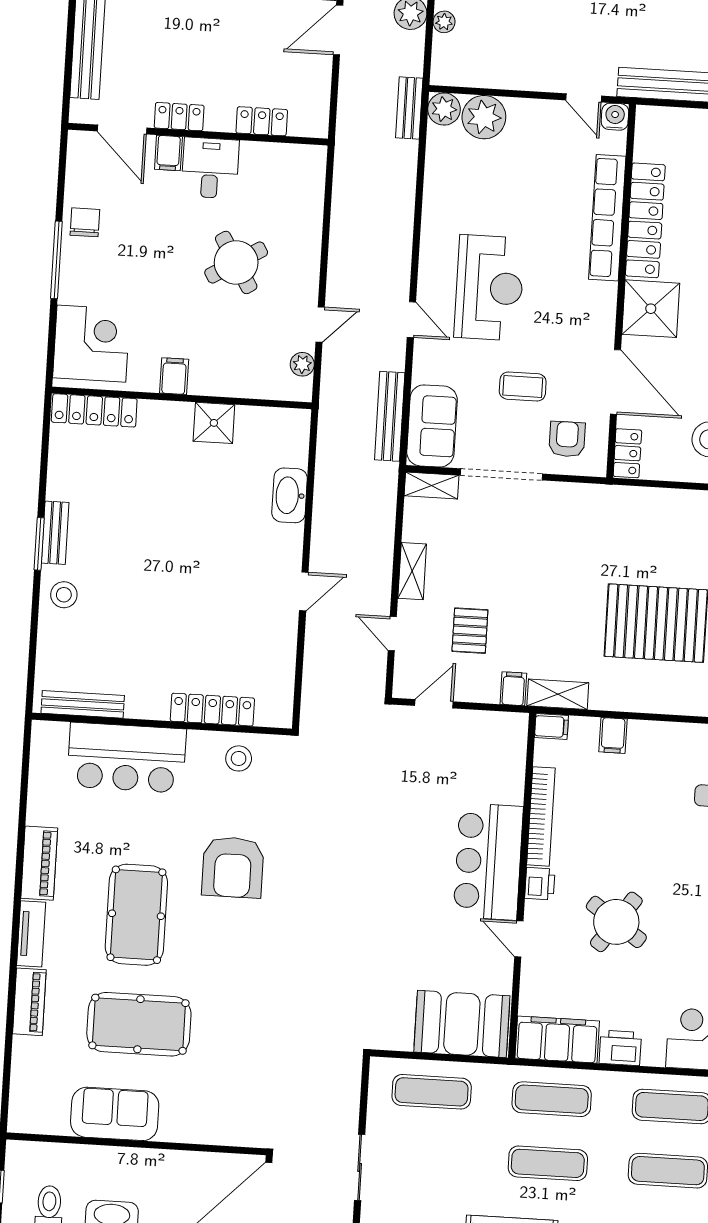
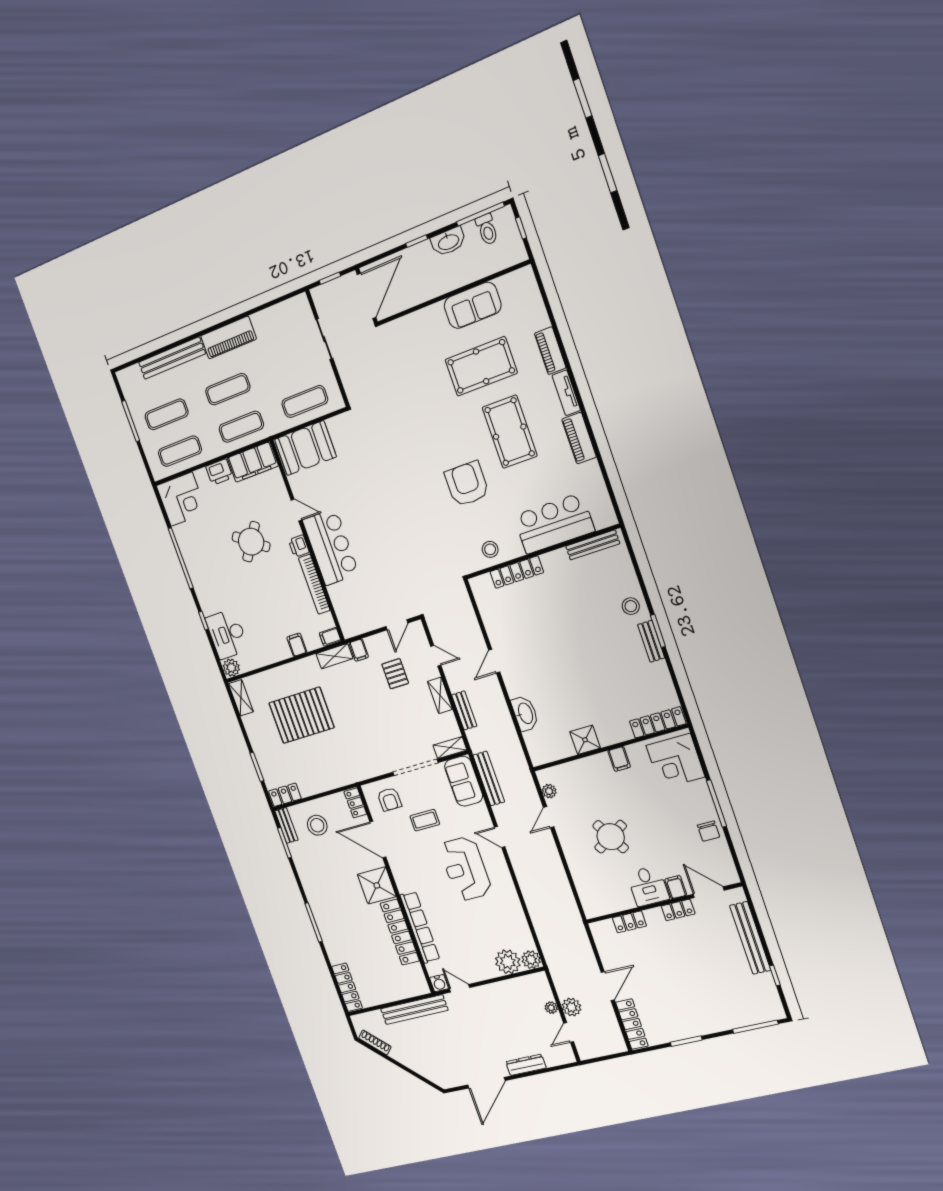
bench: (409, 108) -> (464, 710), moved

